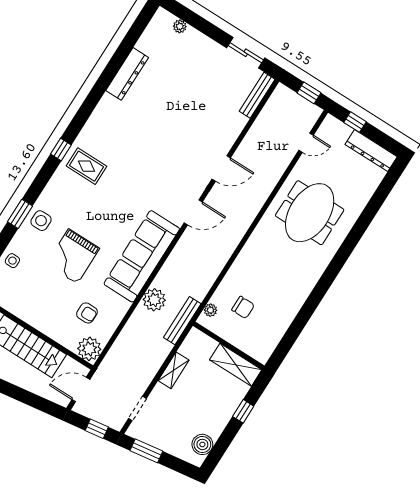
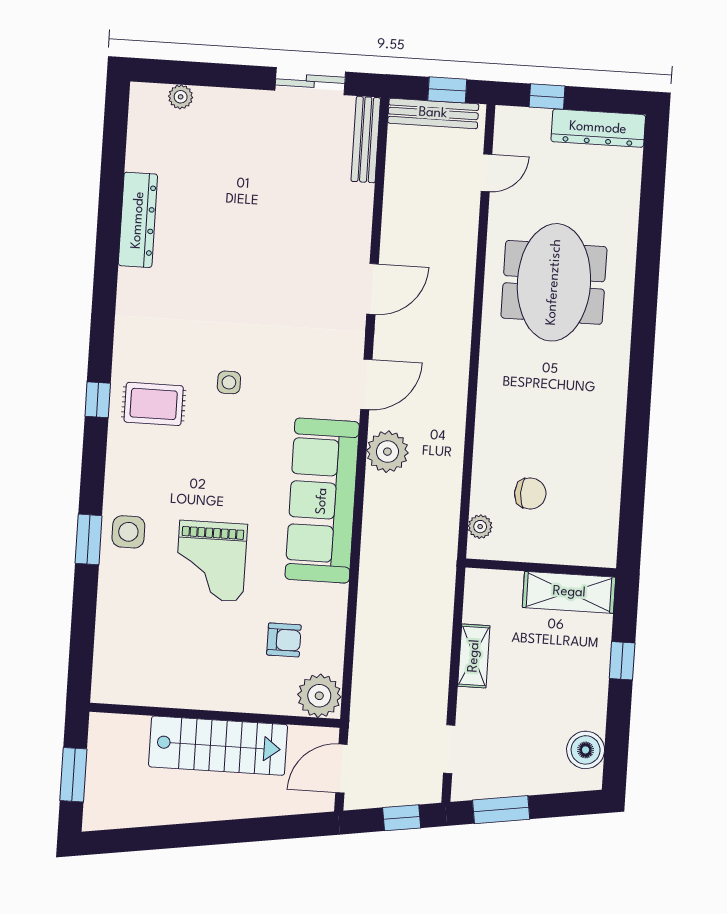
side table: (12, 261) -> (229, 382), moved
plant: (154, 300) -> (387, 452), moved
bench: (182, 321) -> (433, 113), moved, turned 90

